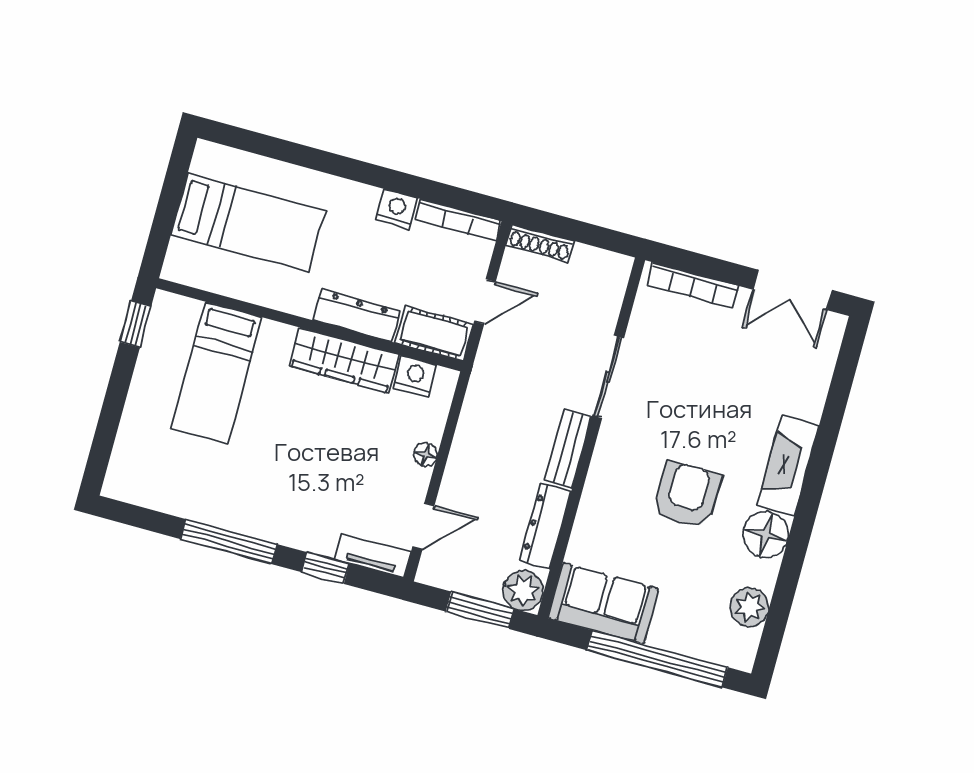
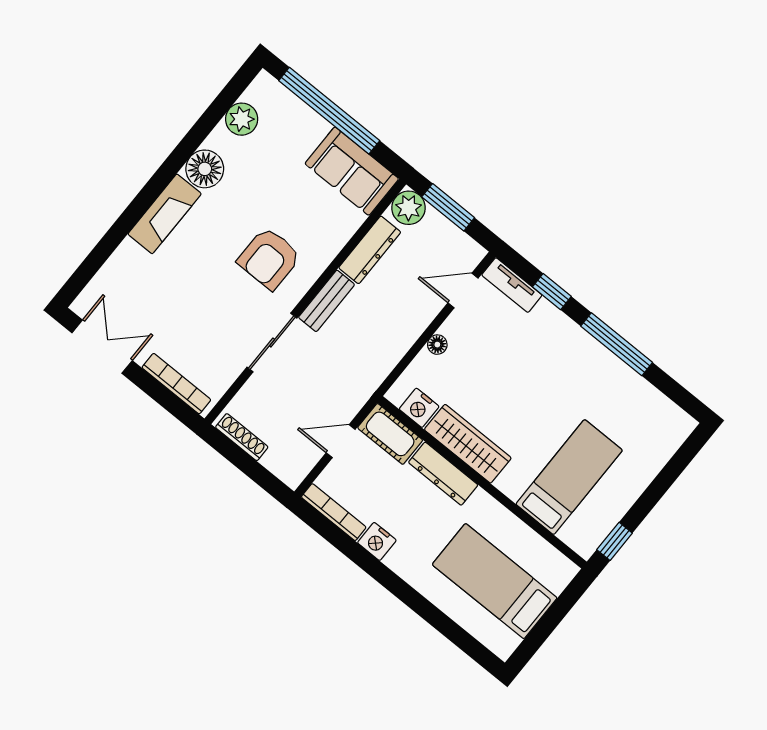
shoe rack: (540, 243) -> (242, 437), moved
armchair: (687, 495) -> (269, 258), moved

